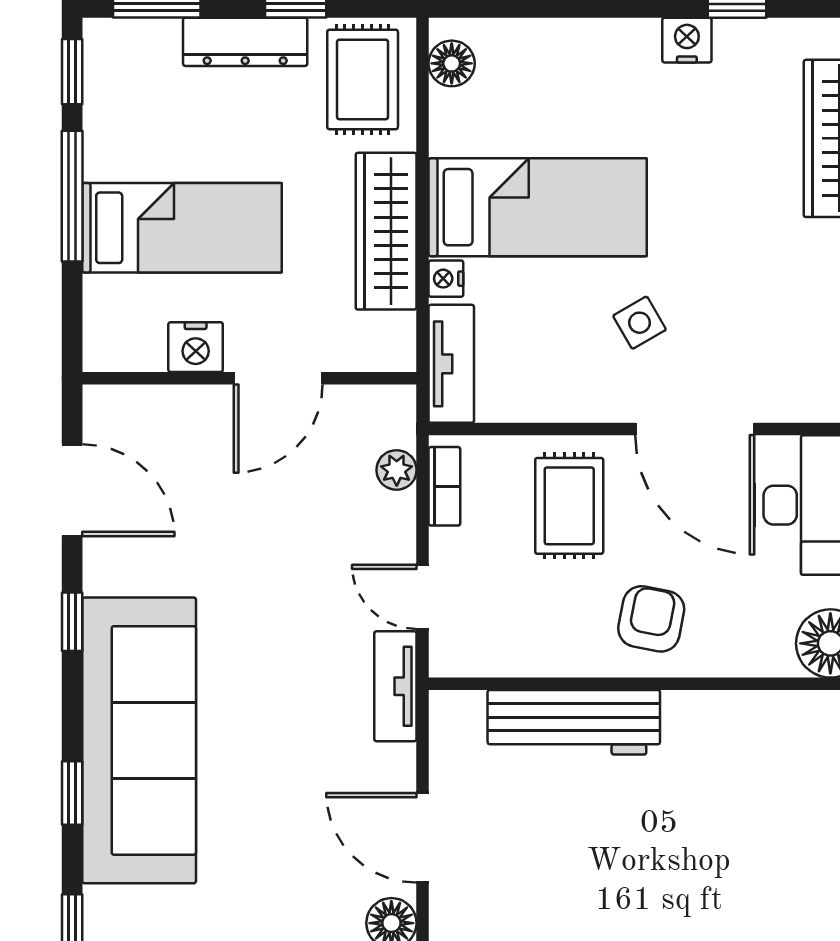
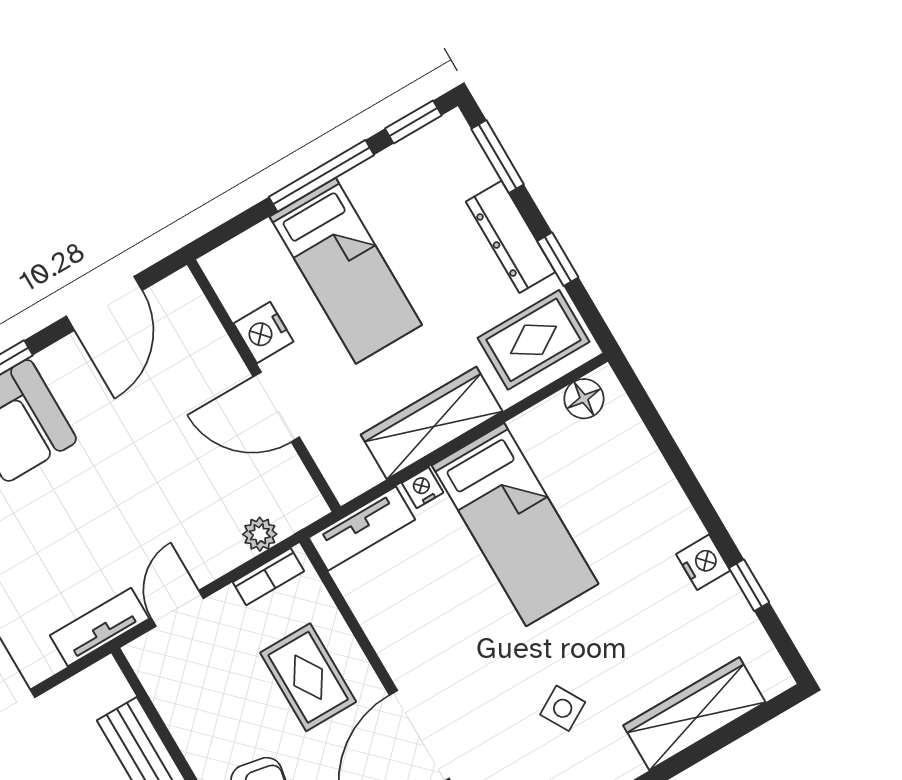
side table: (640, 323) -> (563, 708), moved
rug: (569, 506) -> (308, 677), turned 90

